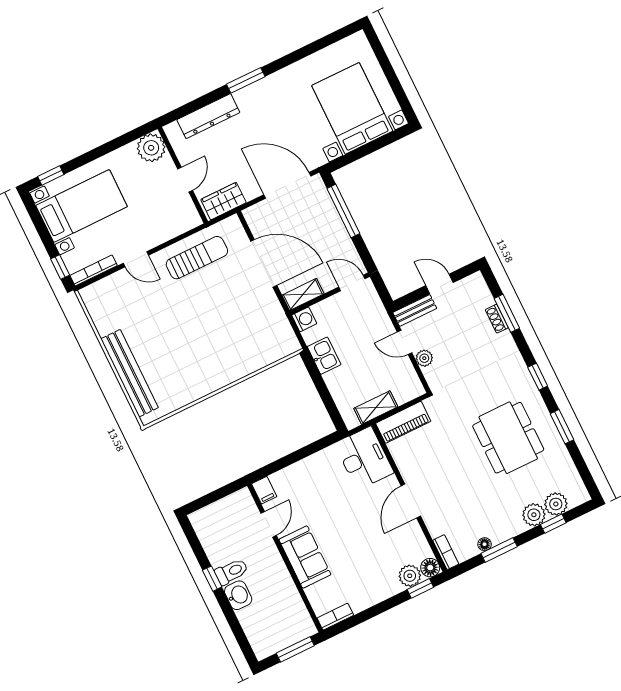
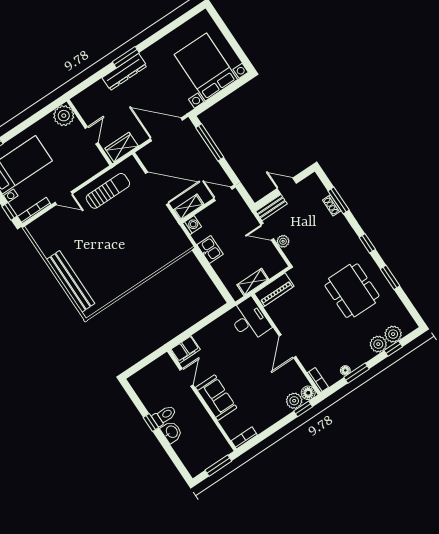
dresser: (208, 116) -> (125, 72), moved
filing cabinet: (264, 490) -> (185, 350), width x2.00

